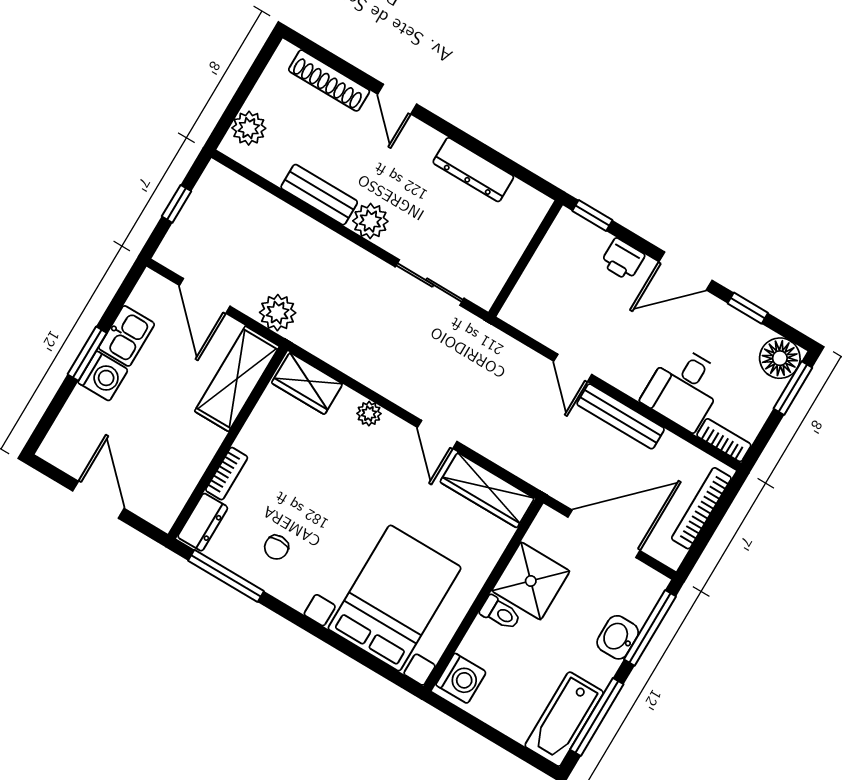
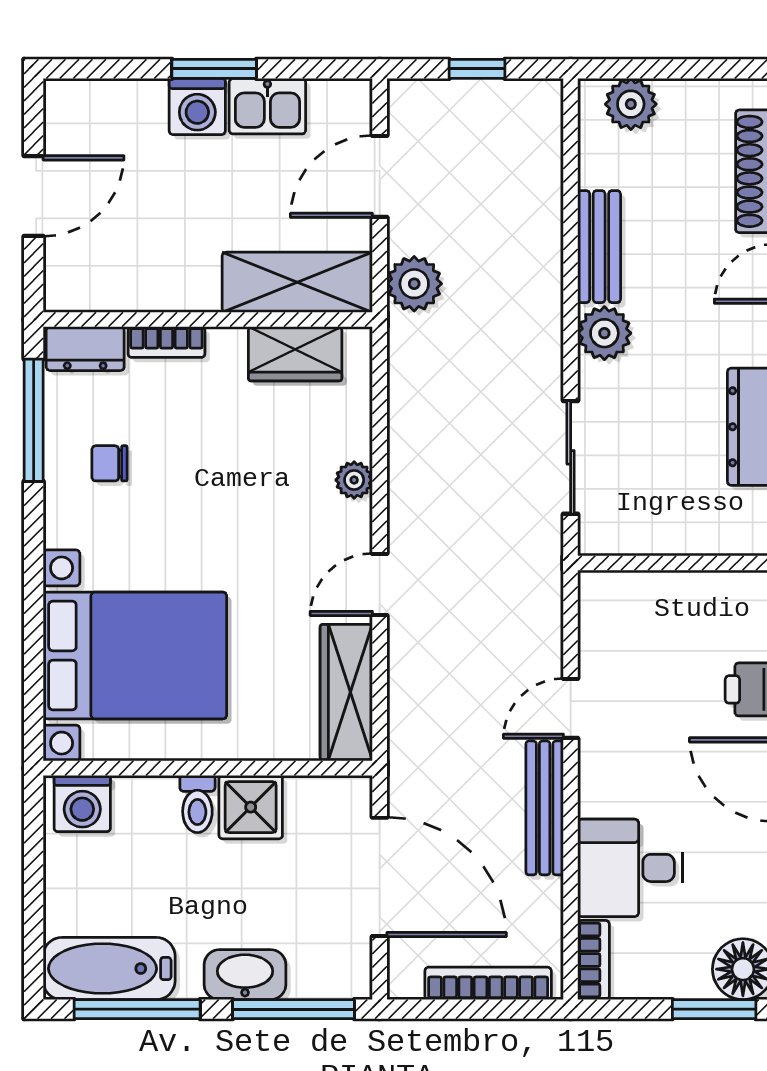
wardrobe: (307, 383) -> (295, 354), moved, turned -90
shower: (531, 581) -> (251, 807), width x0.73, depth x0.73
washbasin: (618, 637) -> (245, 975), width x1.38

